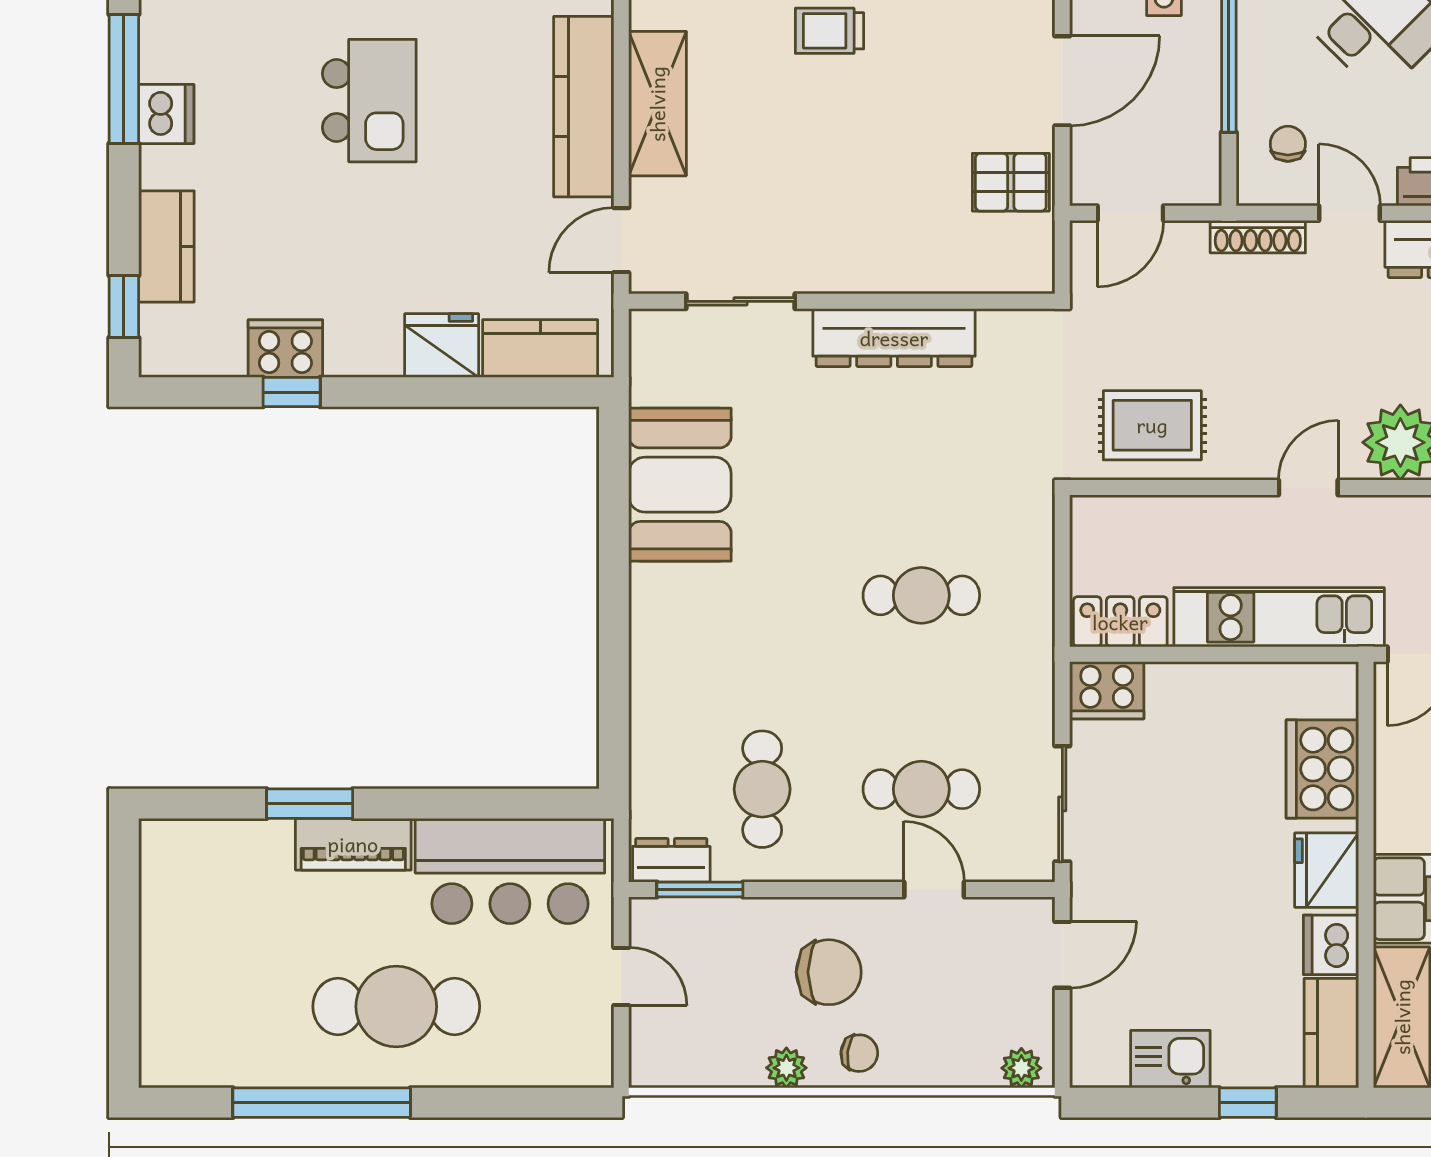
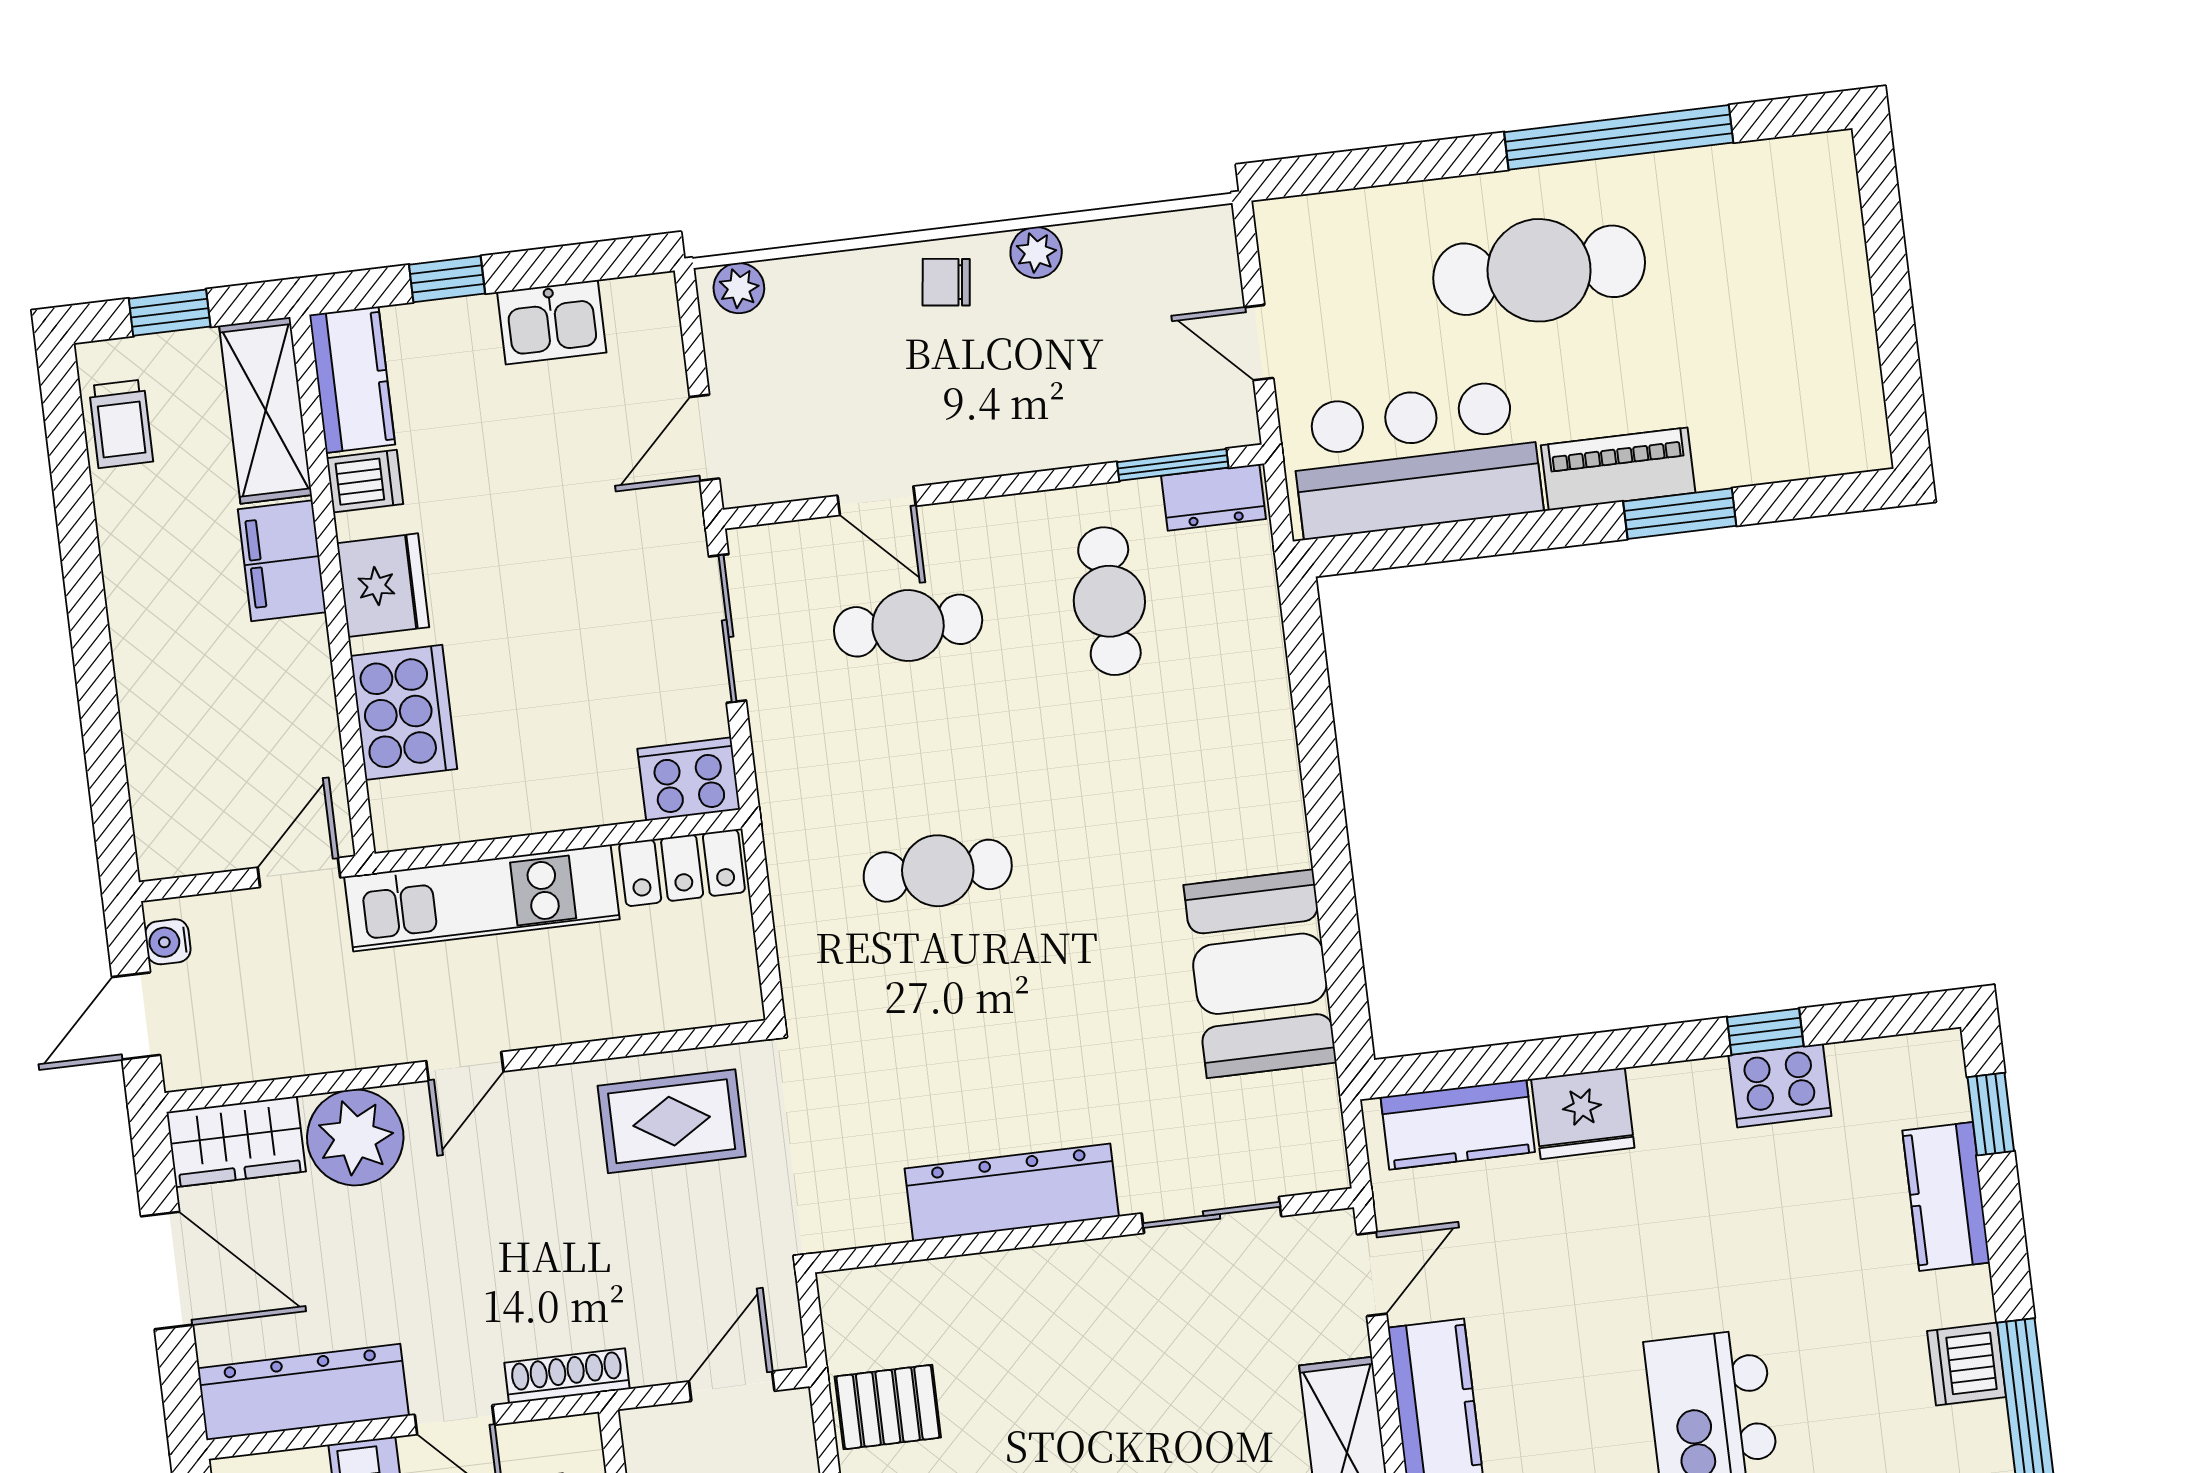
dishwasher: (1331, 945) -> (365, 481), width x0.73
chair: (829, 972) -> (997, 380), removed

